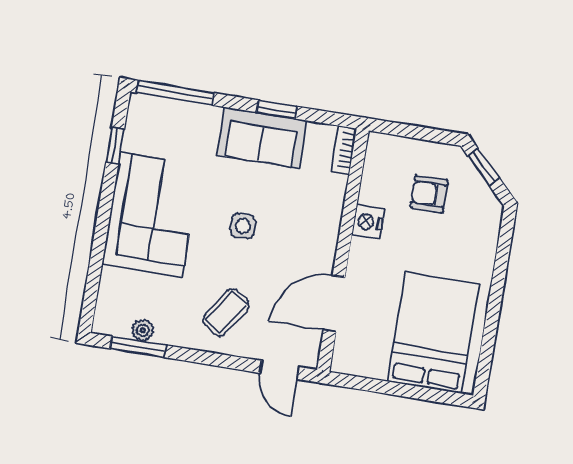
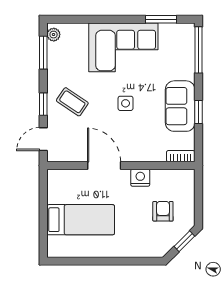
window: (115, 146) -> (161, 19), width x1.50
door: (334, 304) -> (104, 165), moved
plant: (143, 330) -> (54, 35), moved
bed: (433, 332) -> (81, 220), width x0.67
window: (222, 361) -> (43, 104), added

